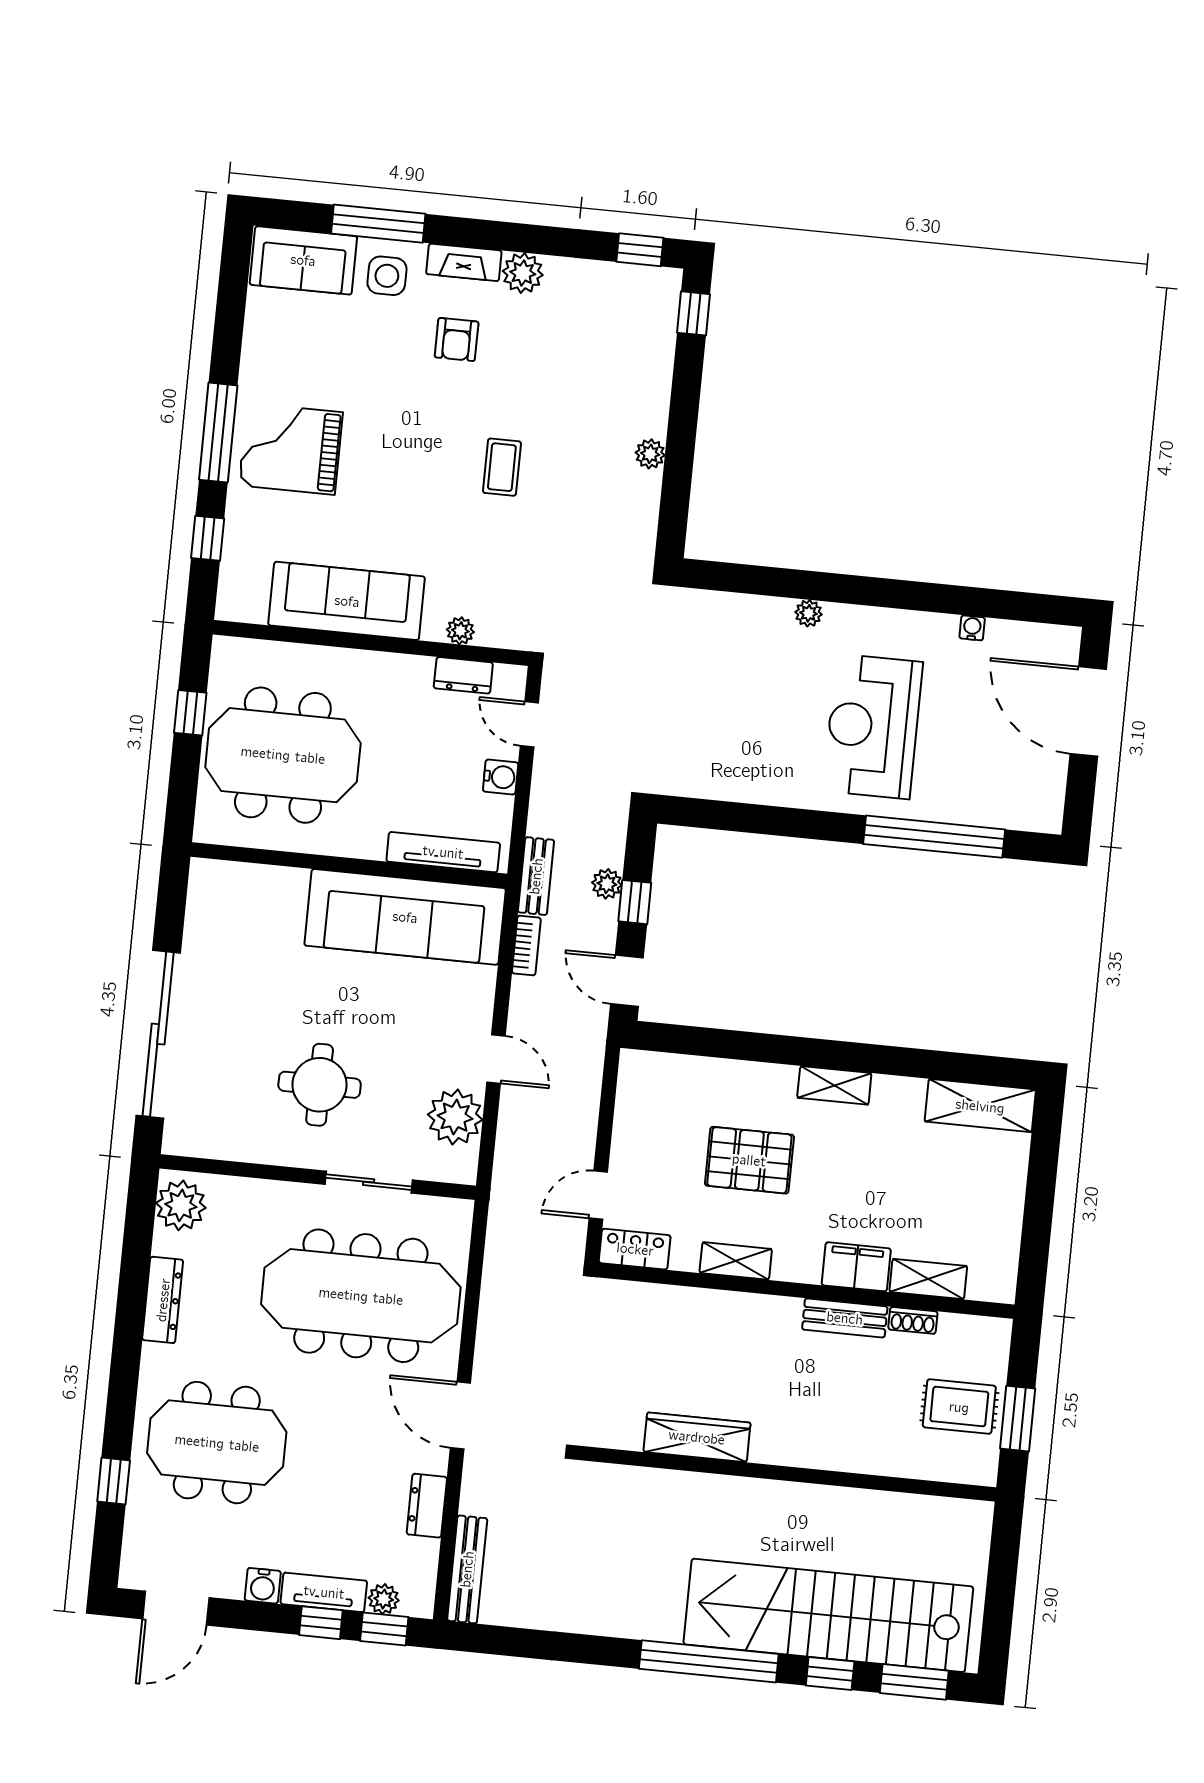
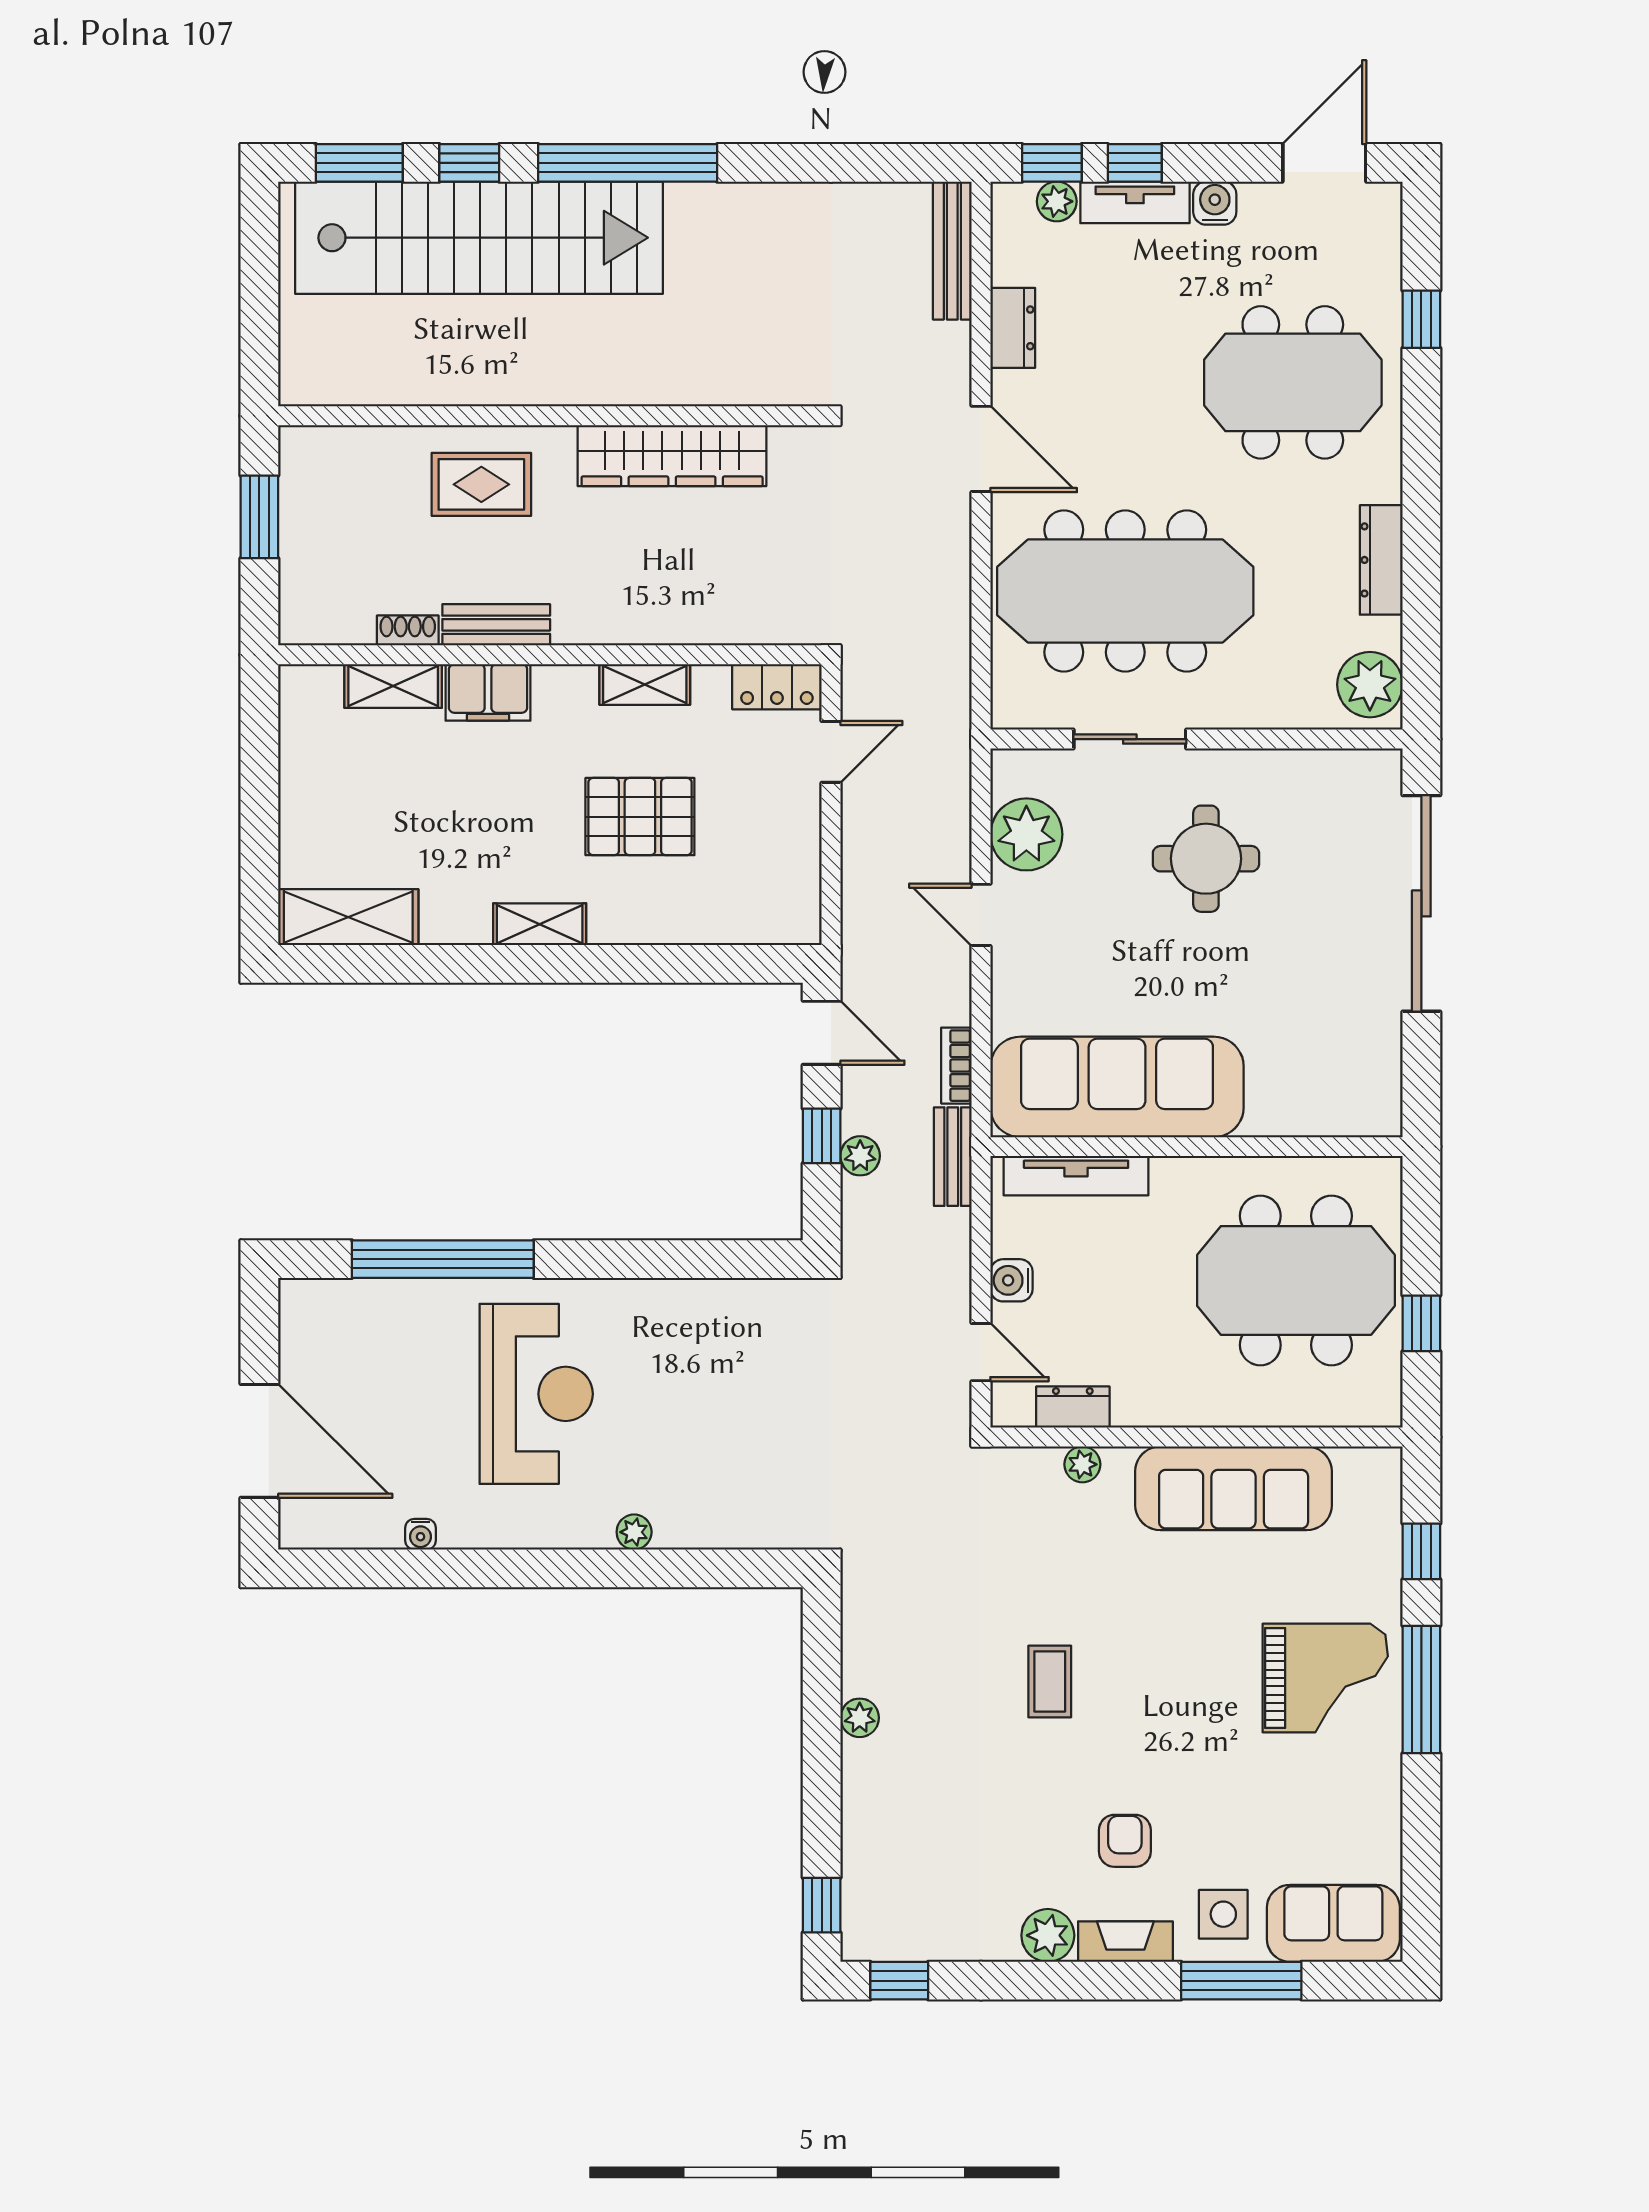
rug: (959, 1407) -> (481, 484), moved
wardrobe: (697, 1437) -> (672, 456), width x1.40, depth x1.17

